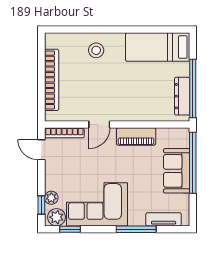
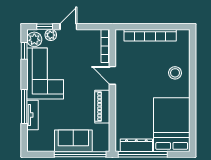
bed: (158, 47) -> (172, 125), width x1.50
door: (41, 150) -> (68, 27), moved
tv unit: (164, 219) -> (33, 115), moved

